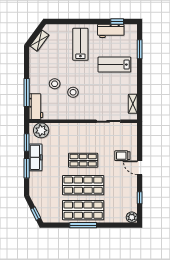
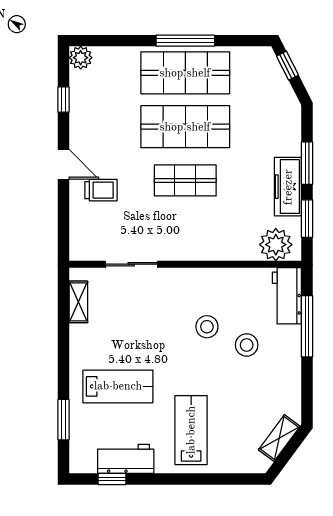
lab bench: (80, 44) -> (191, 430), turned 180

